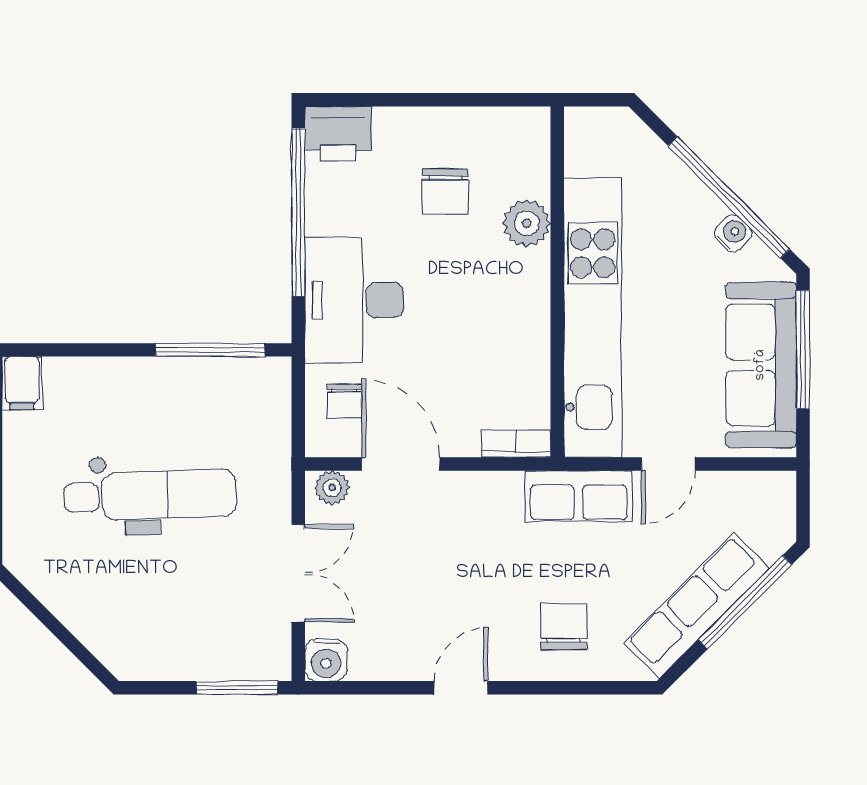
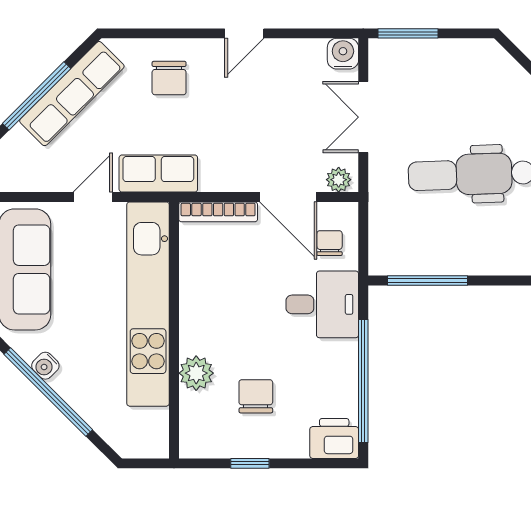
window: (453, 100) -> (250, 463), added
desk: (354, 300) -> (322, 304), width x0.73
bookcase: (516, 444) -> (218, 212), width x1.56

